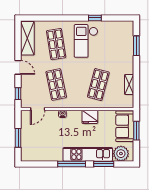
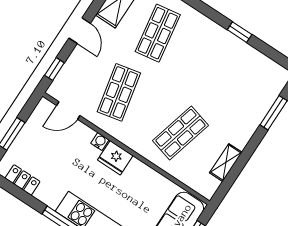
checkout: (86, 41) -> (204, 57), removed
fridge: (90, 117) -> (115, 158), moved
locker: (38, 156) -> (23, 180), added

